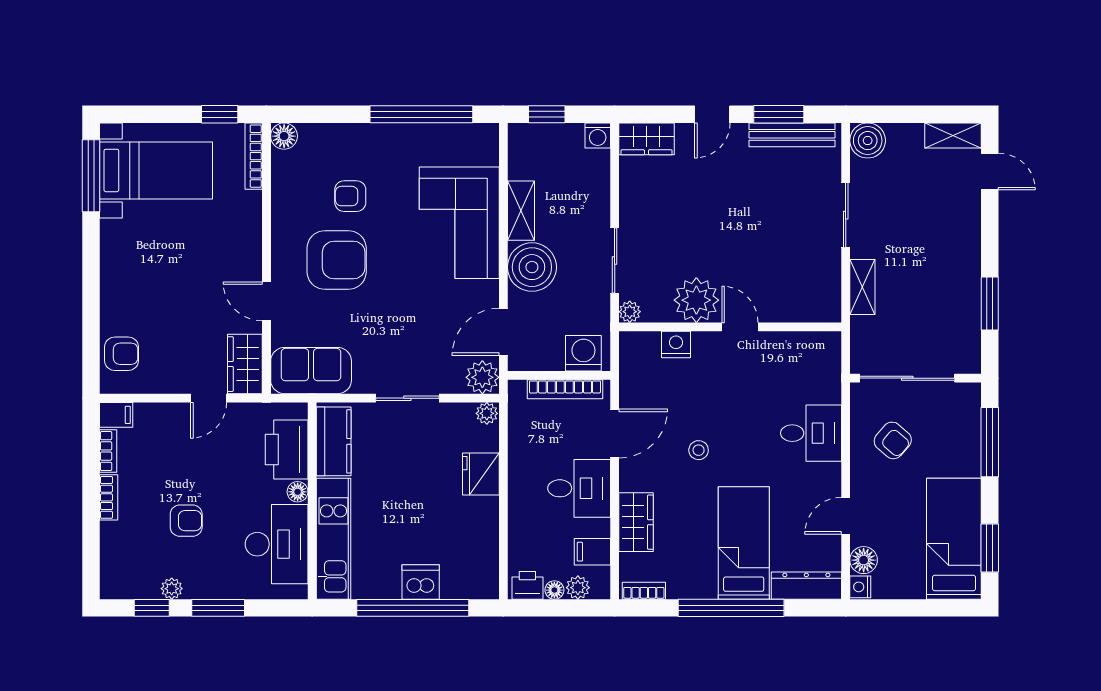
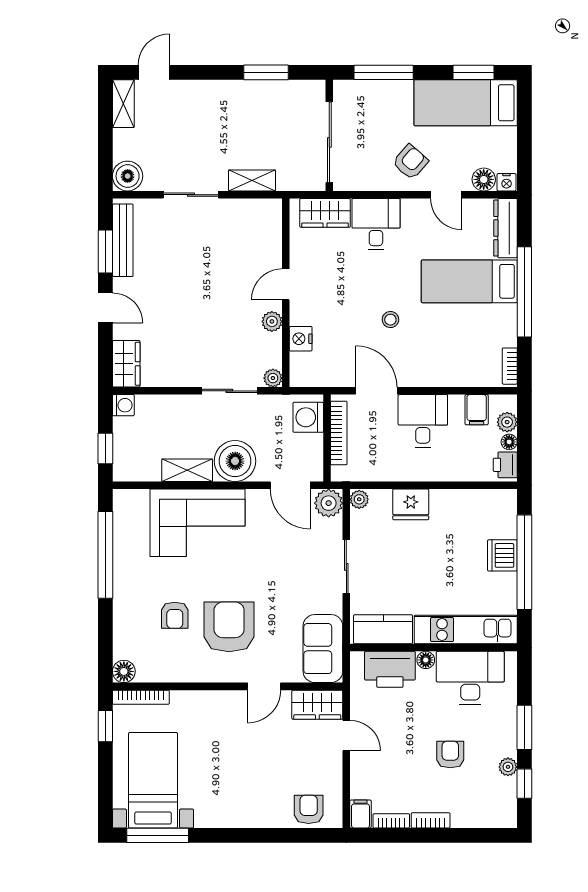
plant: (696, 300) -> (272, 321), width x0.53, depth x0.53
armchair: (893, 440) -> (410, 162), moved
wardrobe: (636, 522) -> (325, 213), moved, turned 180

